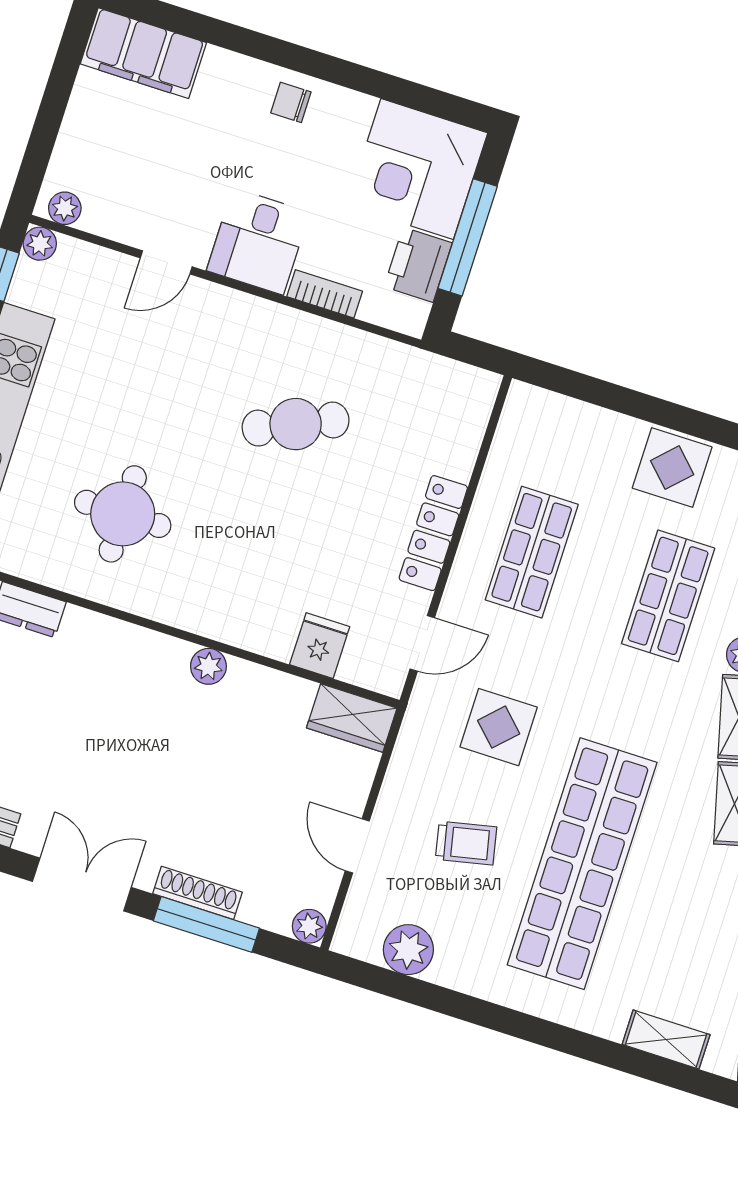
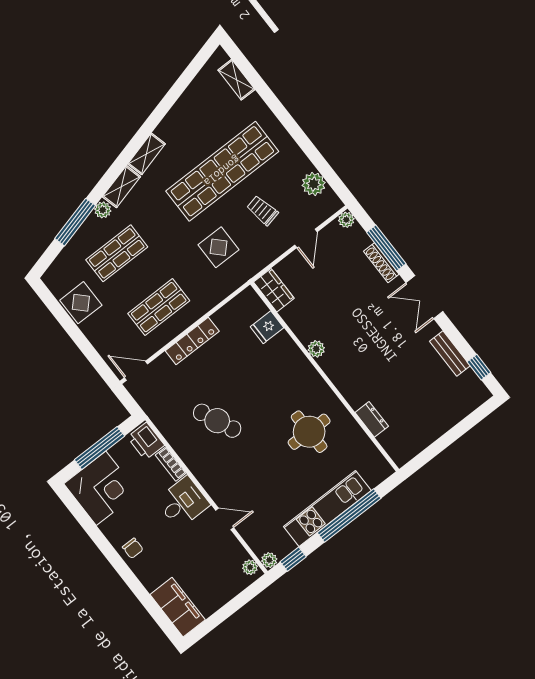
printer: (418, 265) -> (146, 441), moved, turned 90
door: (422, 643) -> (136, 371), moved

